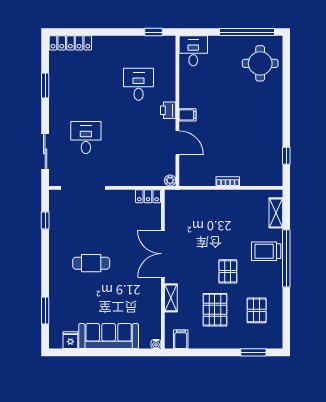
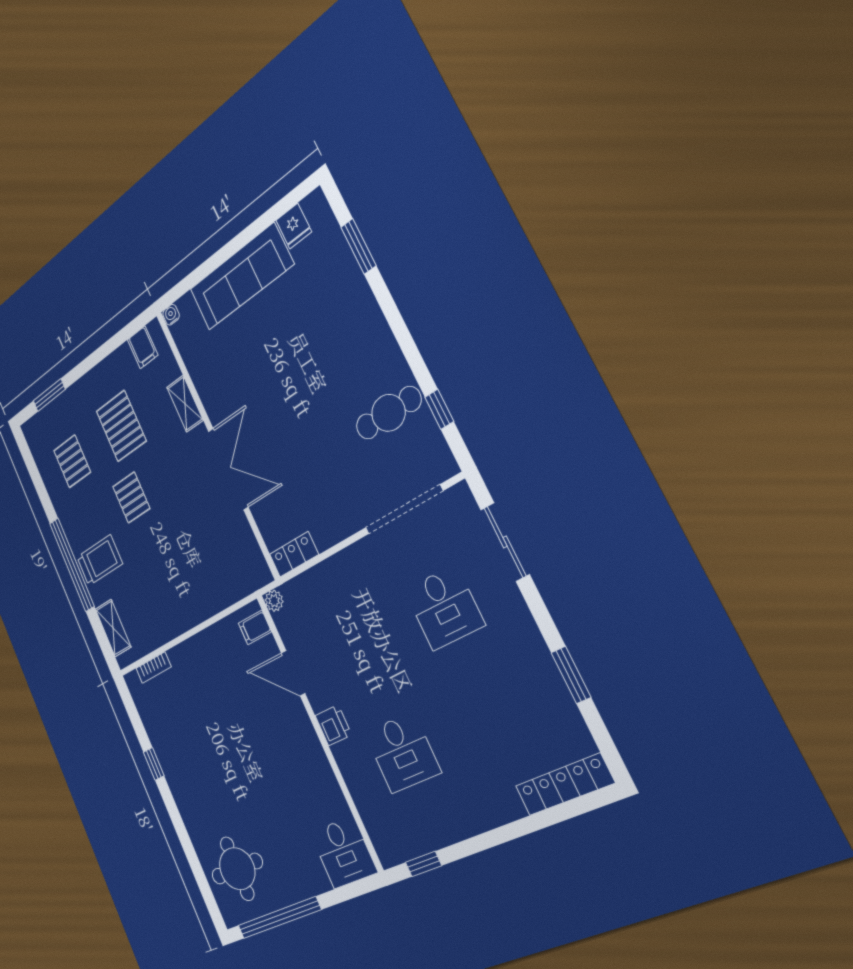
filing cabinet: (188, 115) -> (255, 627), moved
window: (286, 156) -> (154, 764), moved
bookcase: (228, 181) -> (154, 668), moved
cafe table: (91, 263) -> (388, 413), moved

